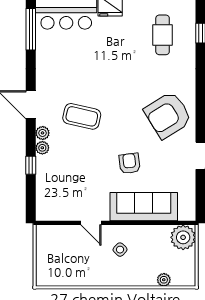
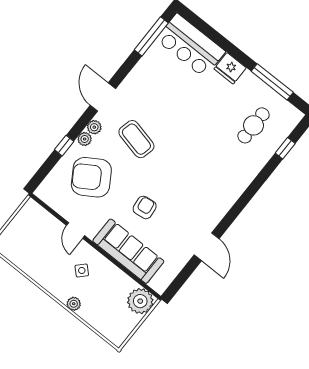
armchair: (168, 115) -> (91, 177), moved
plant: (164, 280) -> (74, 304), moved

